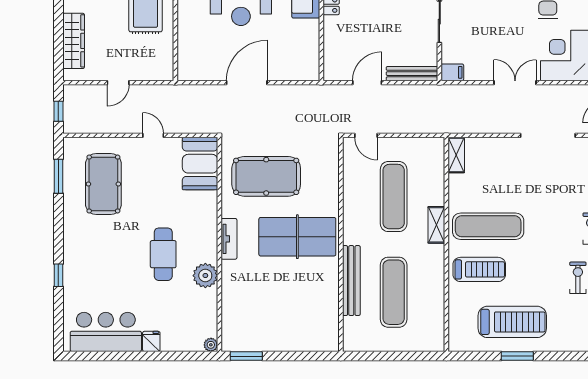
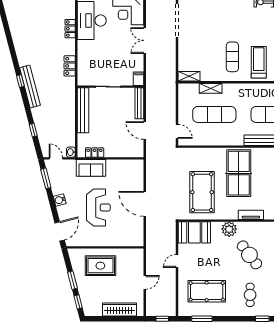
door: (118, 83) -> (145, 282), hinge flipped
door: (366, 135) -> (177, 131), hinge flipped
shelving: (436, 225) -> (211, 88), moved
exercise mat: (488, 226) -> (232, 57), width x0.73, depth x0.69
tv unit: (229, 239) -> (251, 215), moved
cafe table: (163, 254) -> (249, 255), turned 53
cafe table: (98, 255) -> (250, 295), added
plant: (205, 276) -> (229, 229), moved

